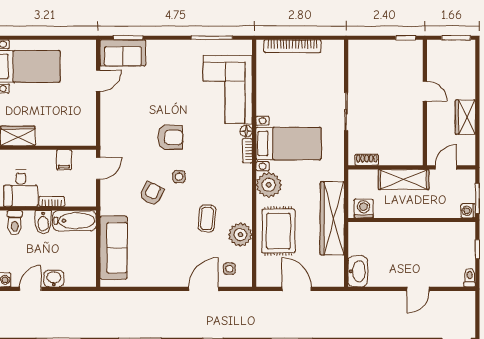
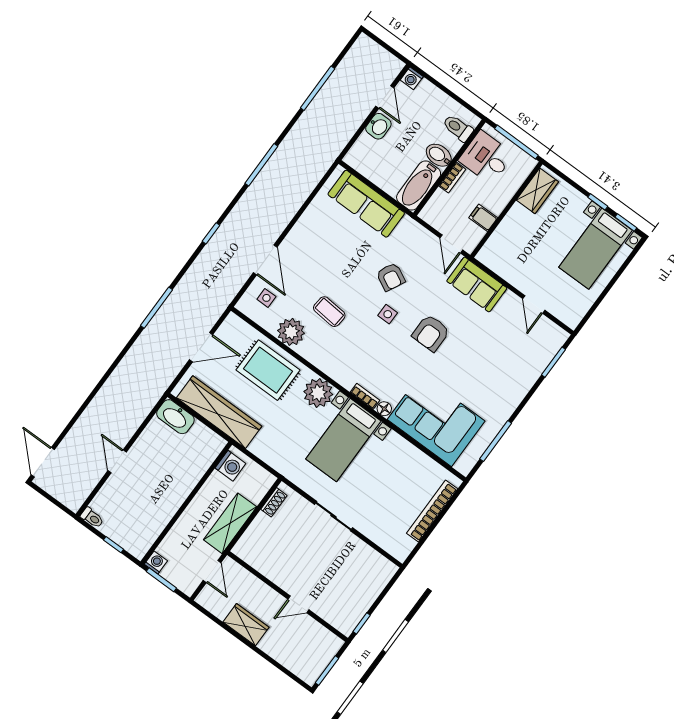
sofa: (123, 53) -> (477, 284), moved, turned -90
wardrobe: (332, 218) -> (219, 412), moved

